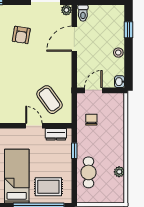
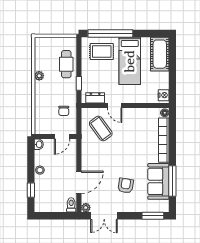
plant: (119, 172) -> (39, 76), moved

